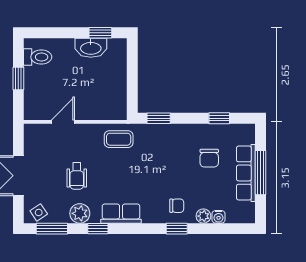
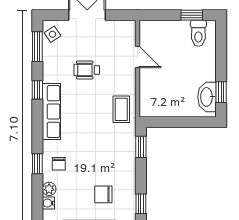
washbasin: (91, 48) -> (207, 97), moved
window: (18, 78) -> (192, 15), moved
plant: (80, 213) -> (52, 73), removed
row of seats: (121, 214) -> (51, 112), width x1.48

